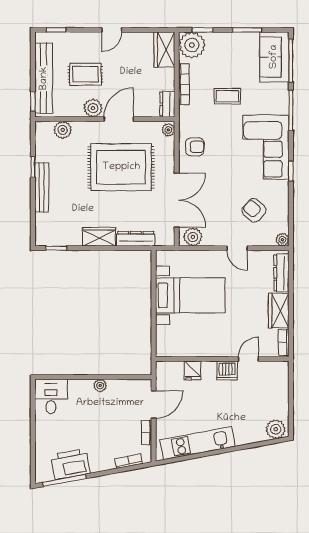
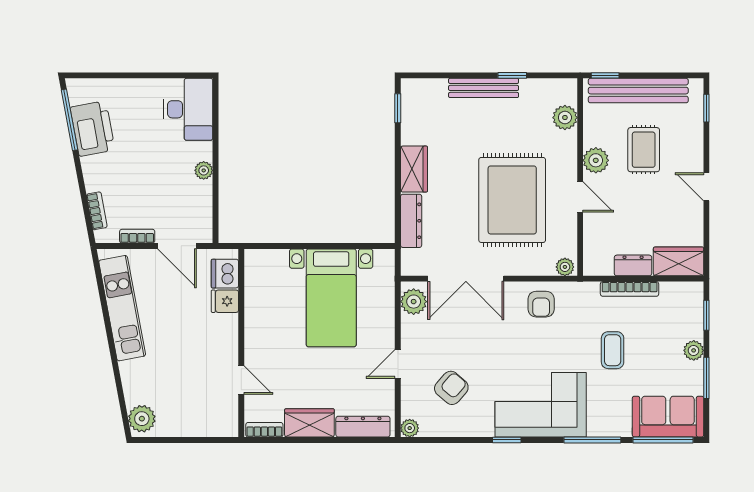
plant: (192, 45) -> (694, 350), moved, width x0.53, depth x0.53
dresser: (167, 104) -> (633, 265), moved
door: (119, 119) -> (580, 197), width x0.73
dishwasher: (227, 371) -> (225, 274), moved
desk: (51, 396) -> (188, 109), width x1.37

